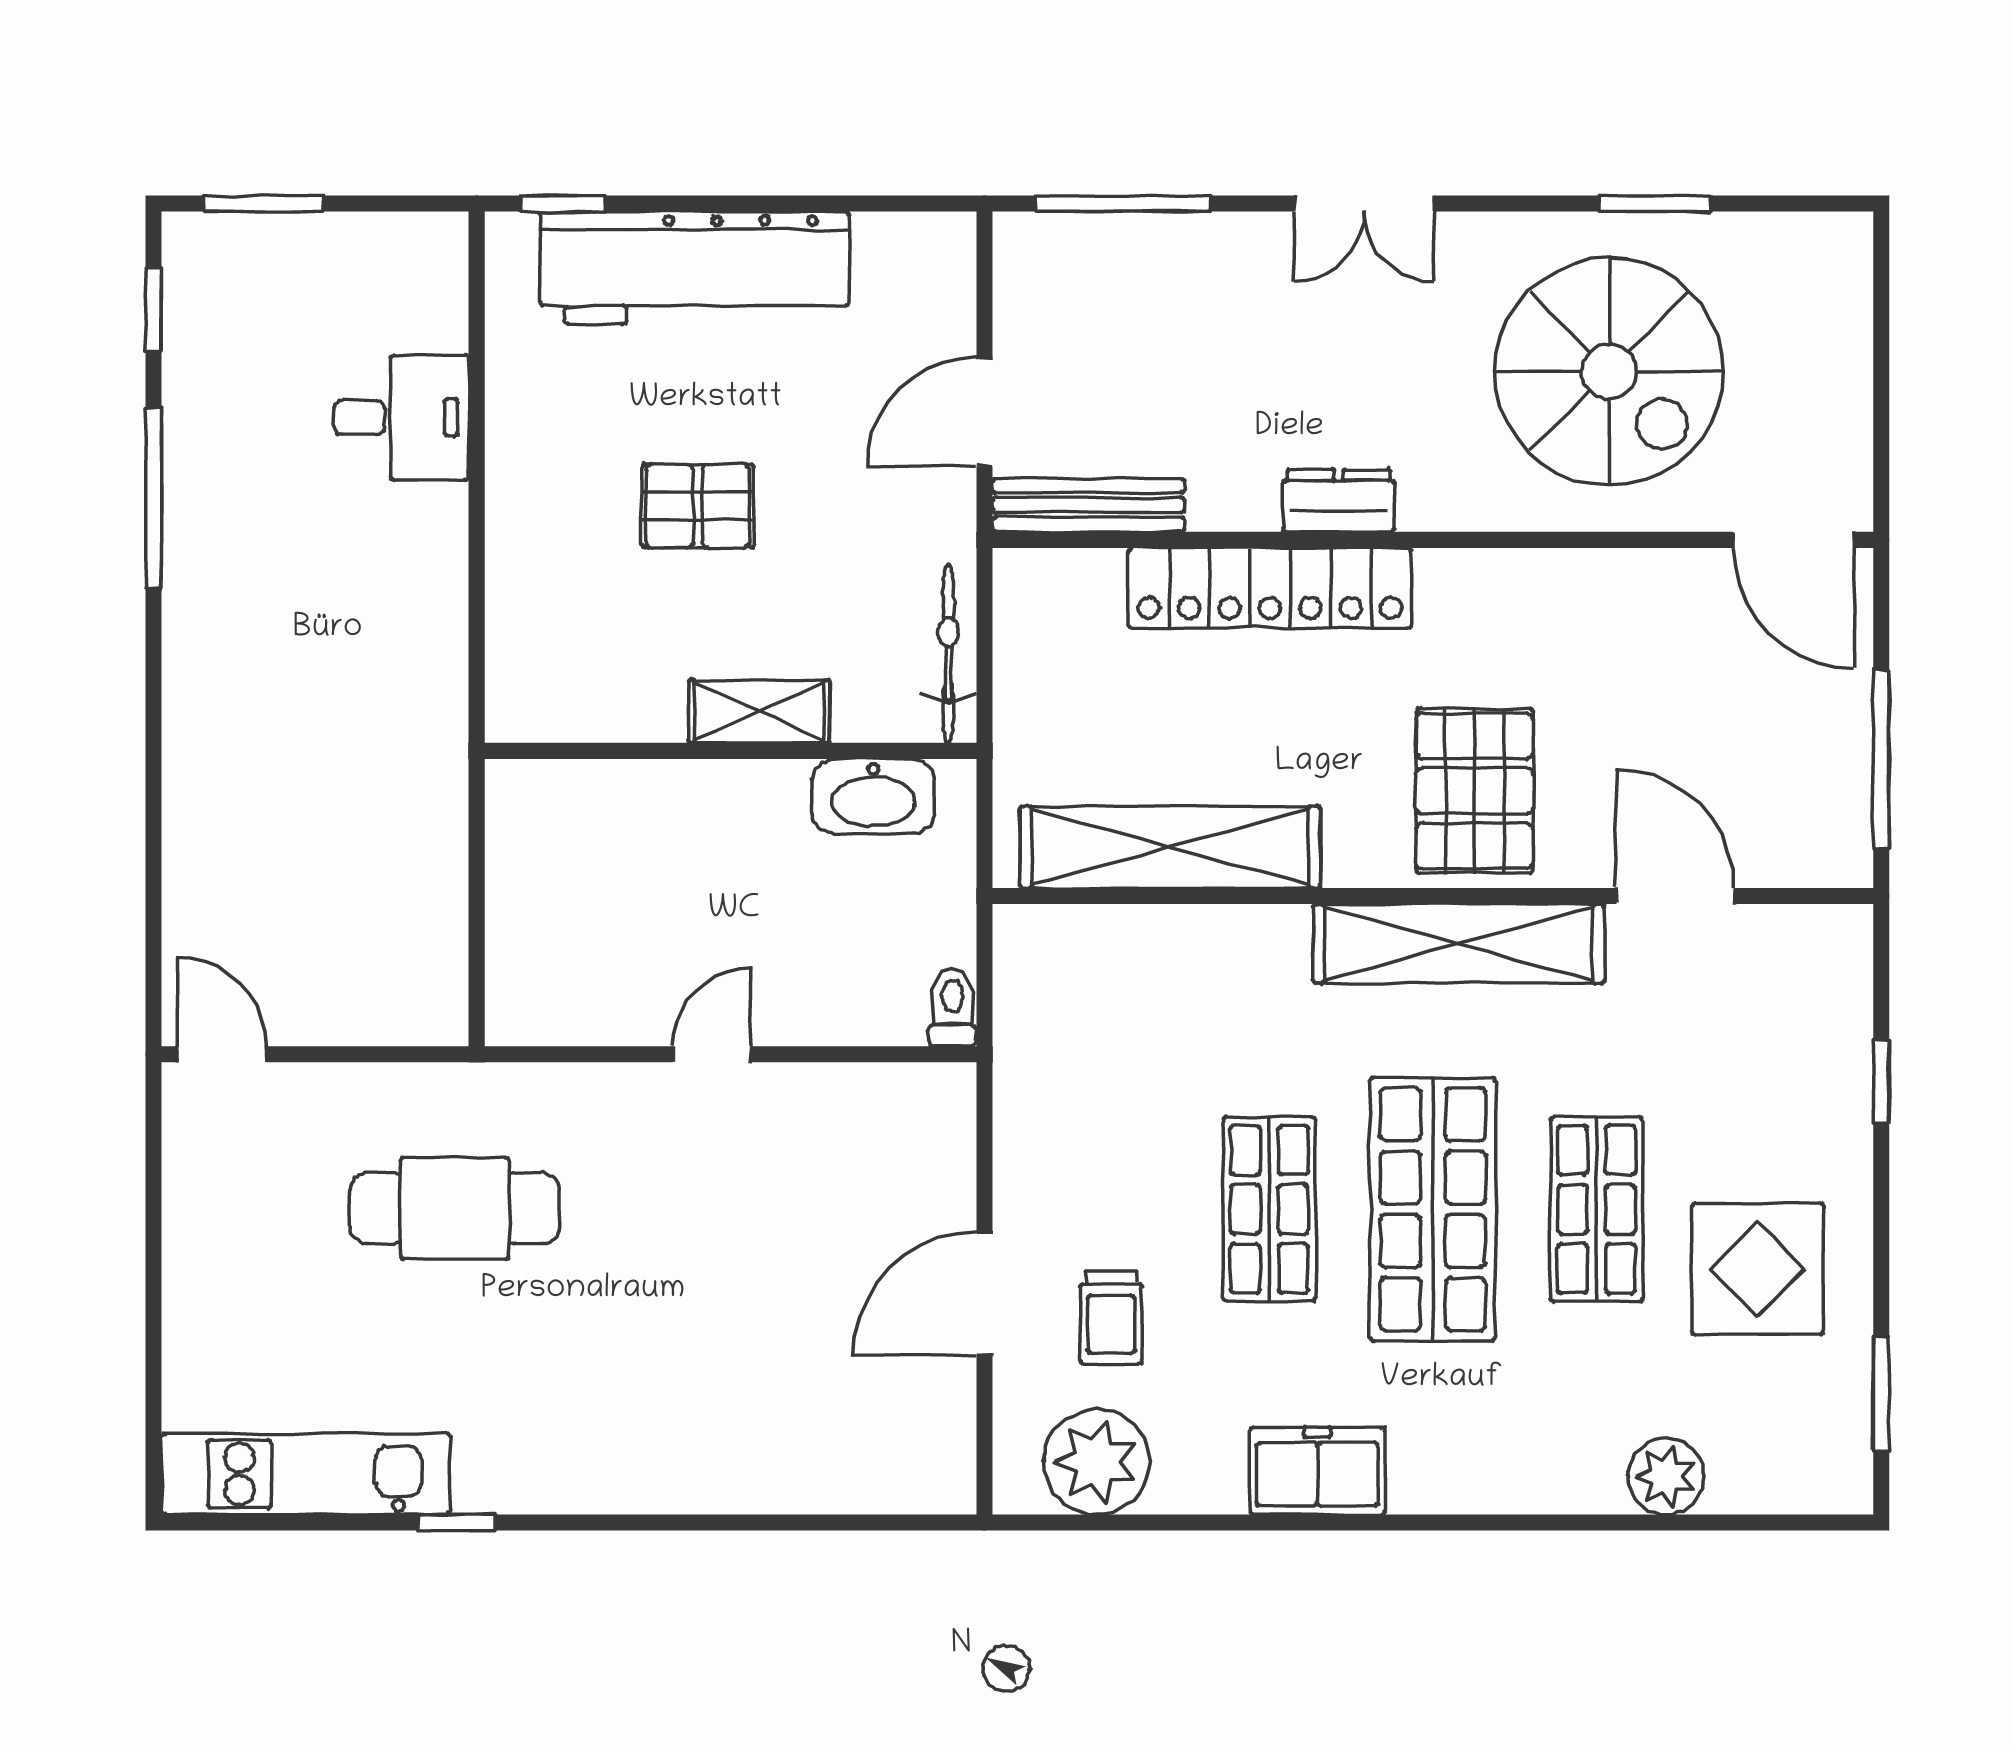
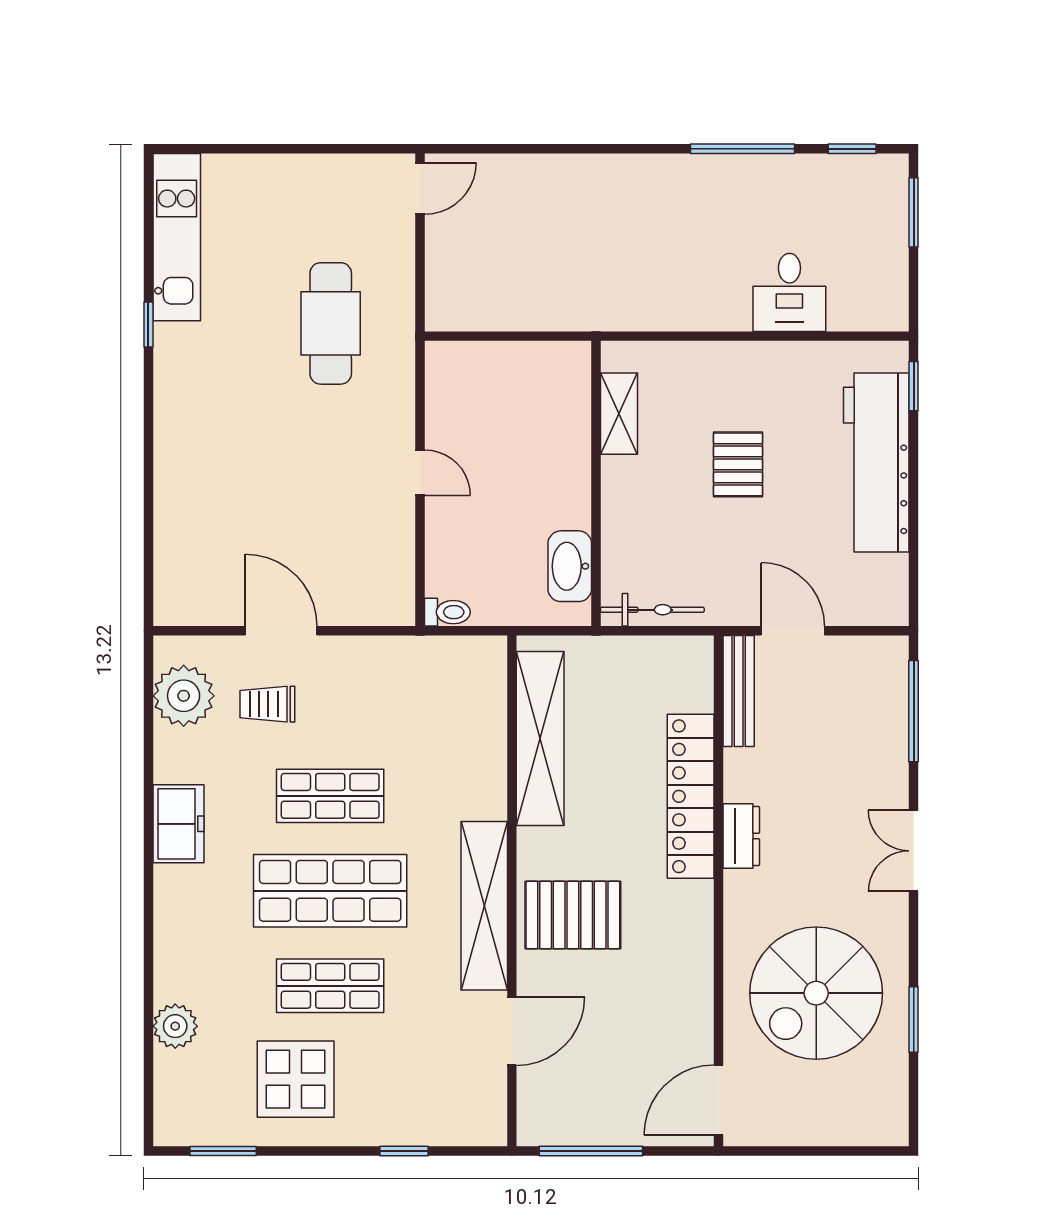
shelving: (759, 711) -> (619, 414), moved

